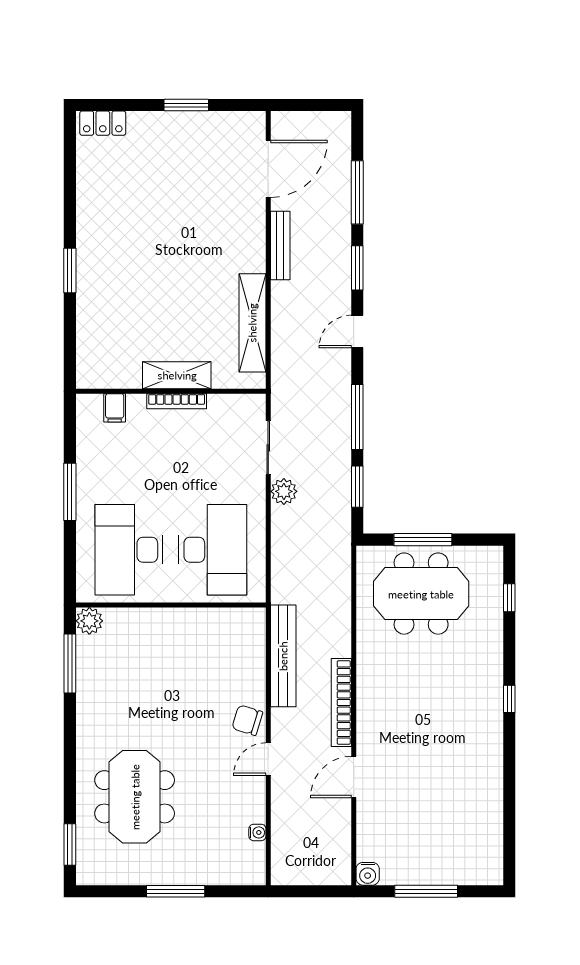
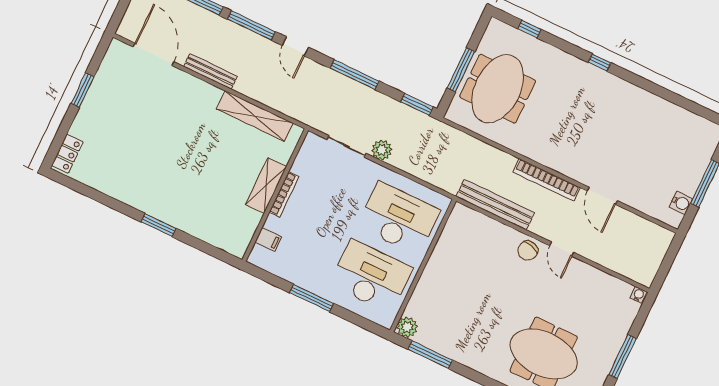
window: (357, 268) -> (251, 25), width x1.44
window: (357, 487) -> (417, 104), moved
desk: (129, 550) -> (371, 276), turned 180
water cooler: (257, 832) -> (639, 295), moved
water cooler: (368, 874) -> (681, 203), moved

